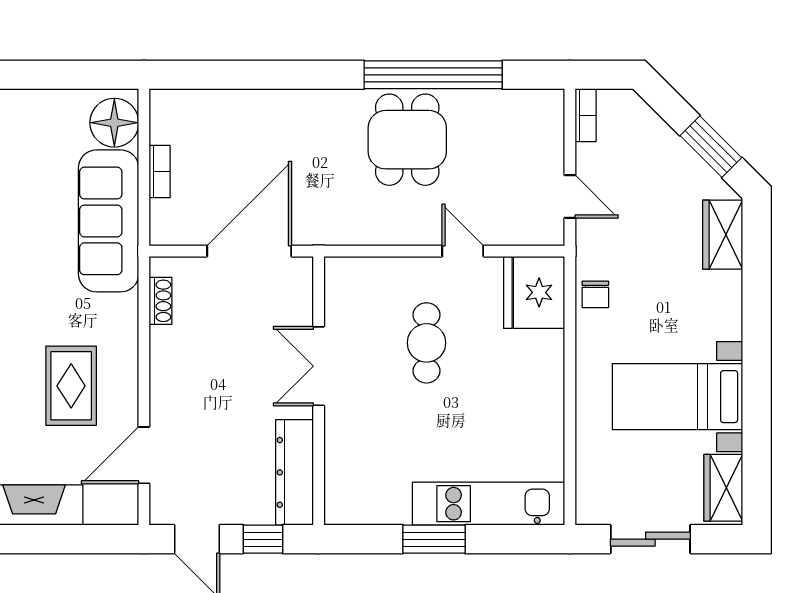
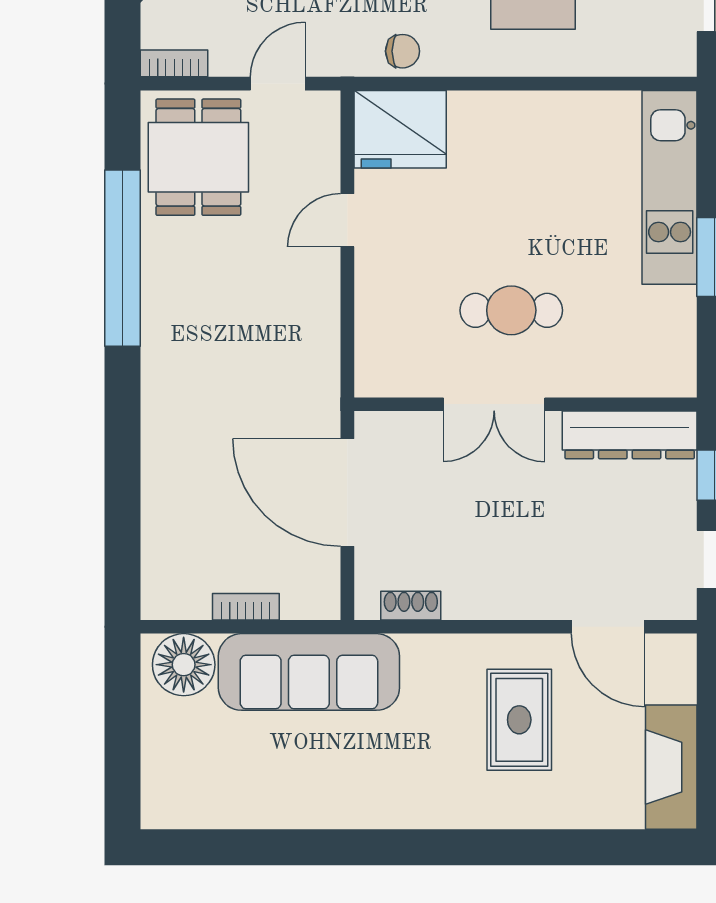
dining table: (407, 140) -> (198, 157), moved, turned 90
cafe table: (427, 343) -> (511, 310), moved
rug: (71, 386) -> (519, 720), turned 90

